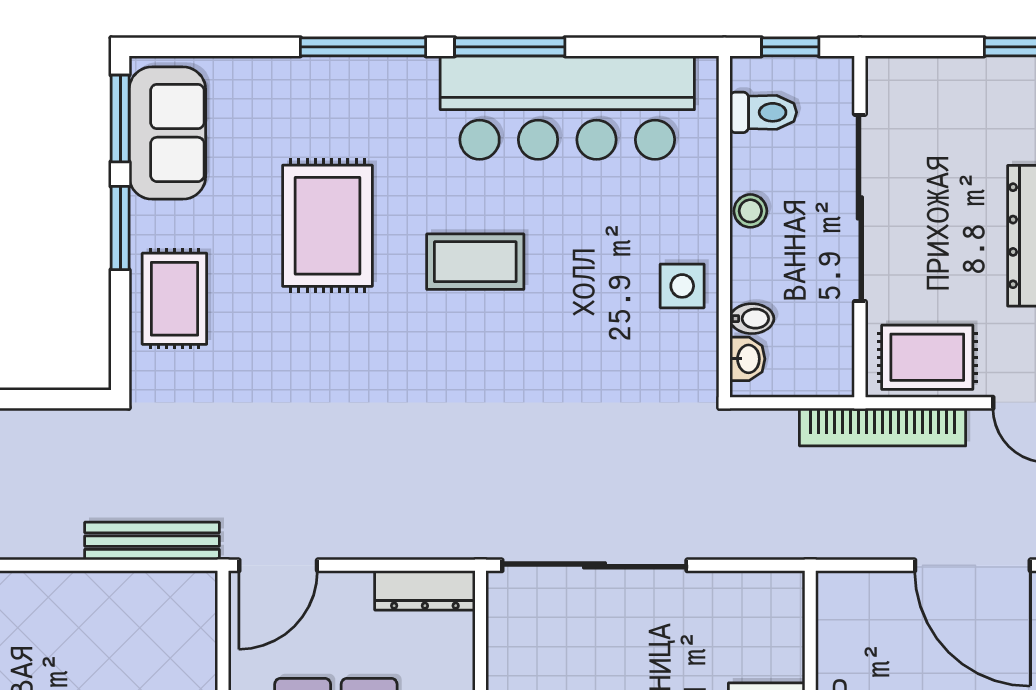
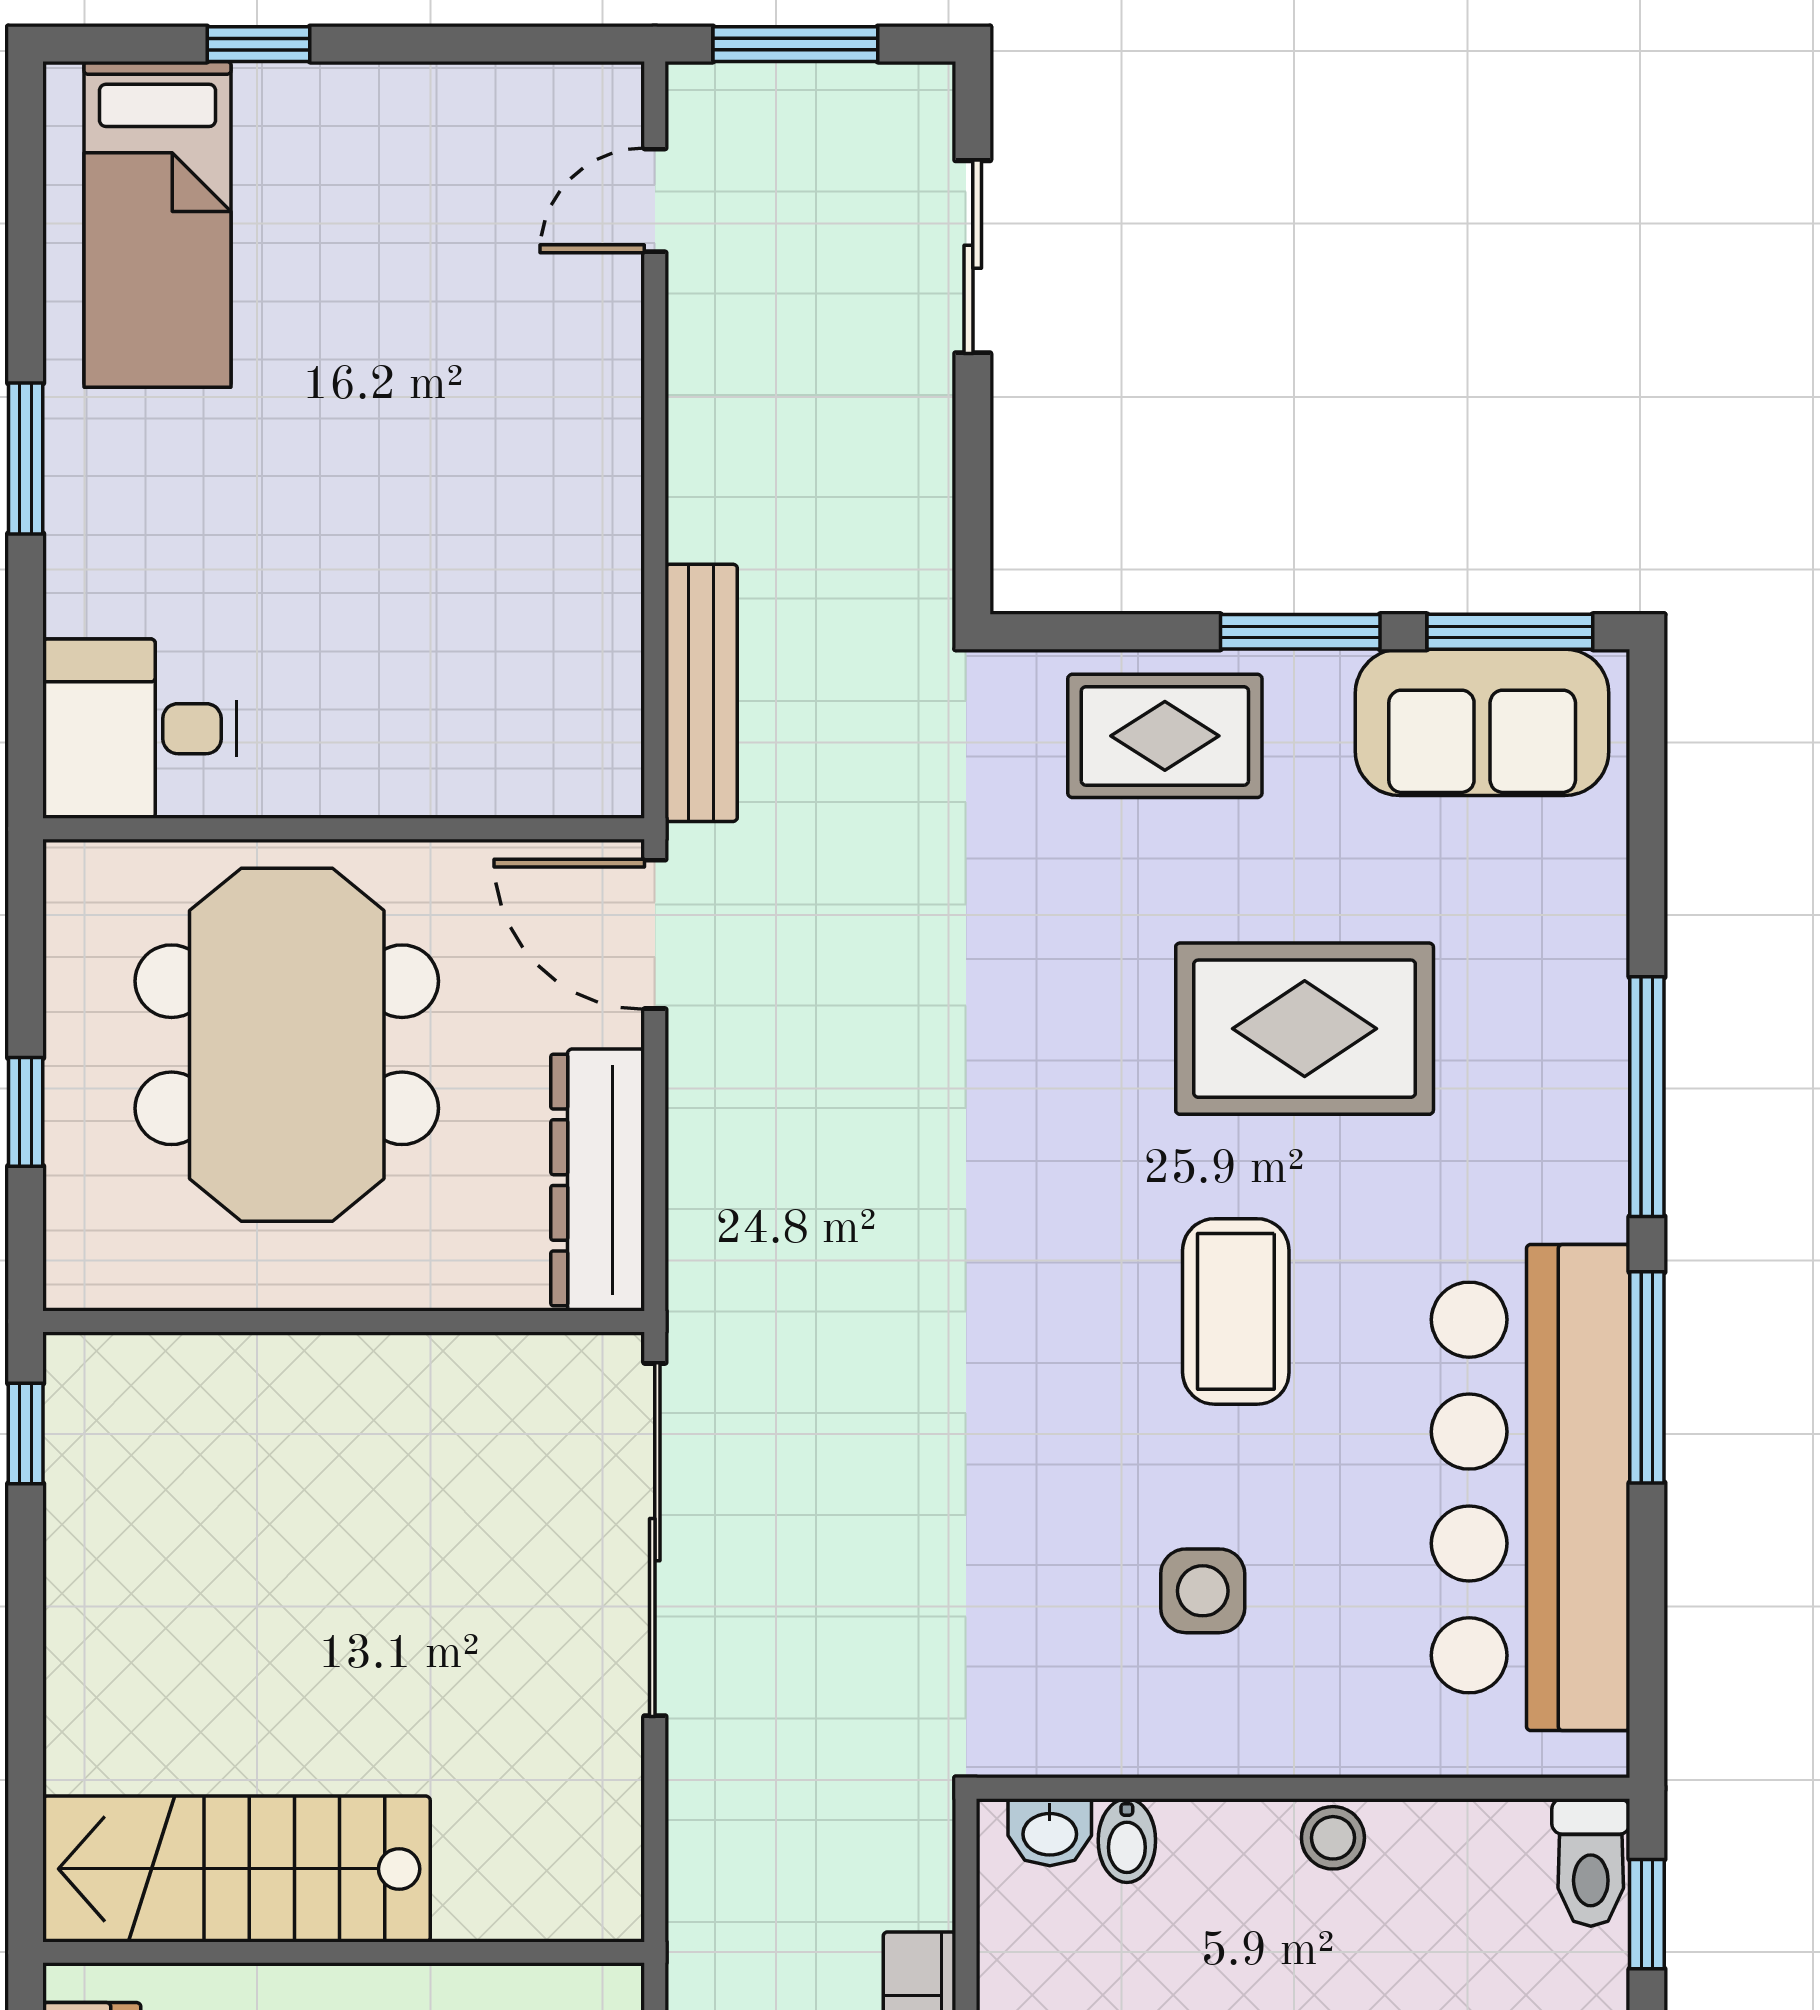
toilet: (763, 112) -> (1591, 1862), moved
side table: (682, 286) -> (1203, 1591), moved
dresser: (425, 590) -> (598, 1180), width x1.37, depth x1.24

